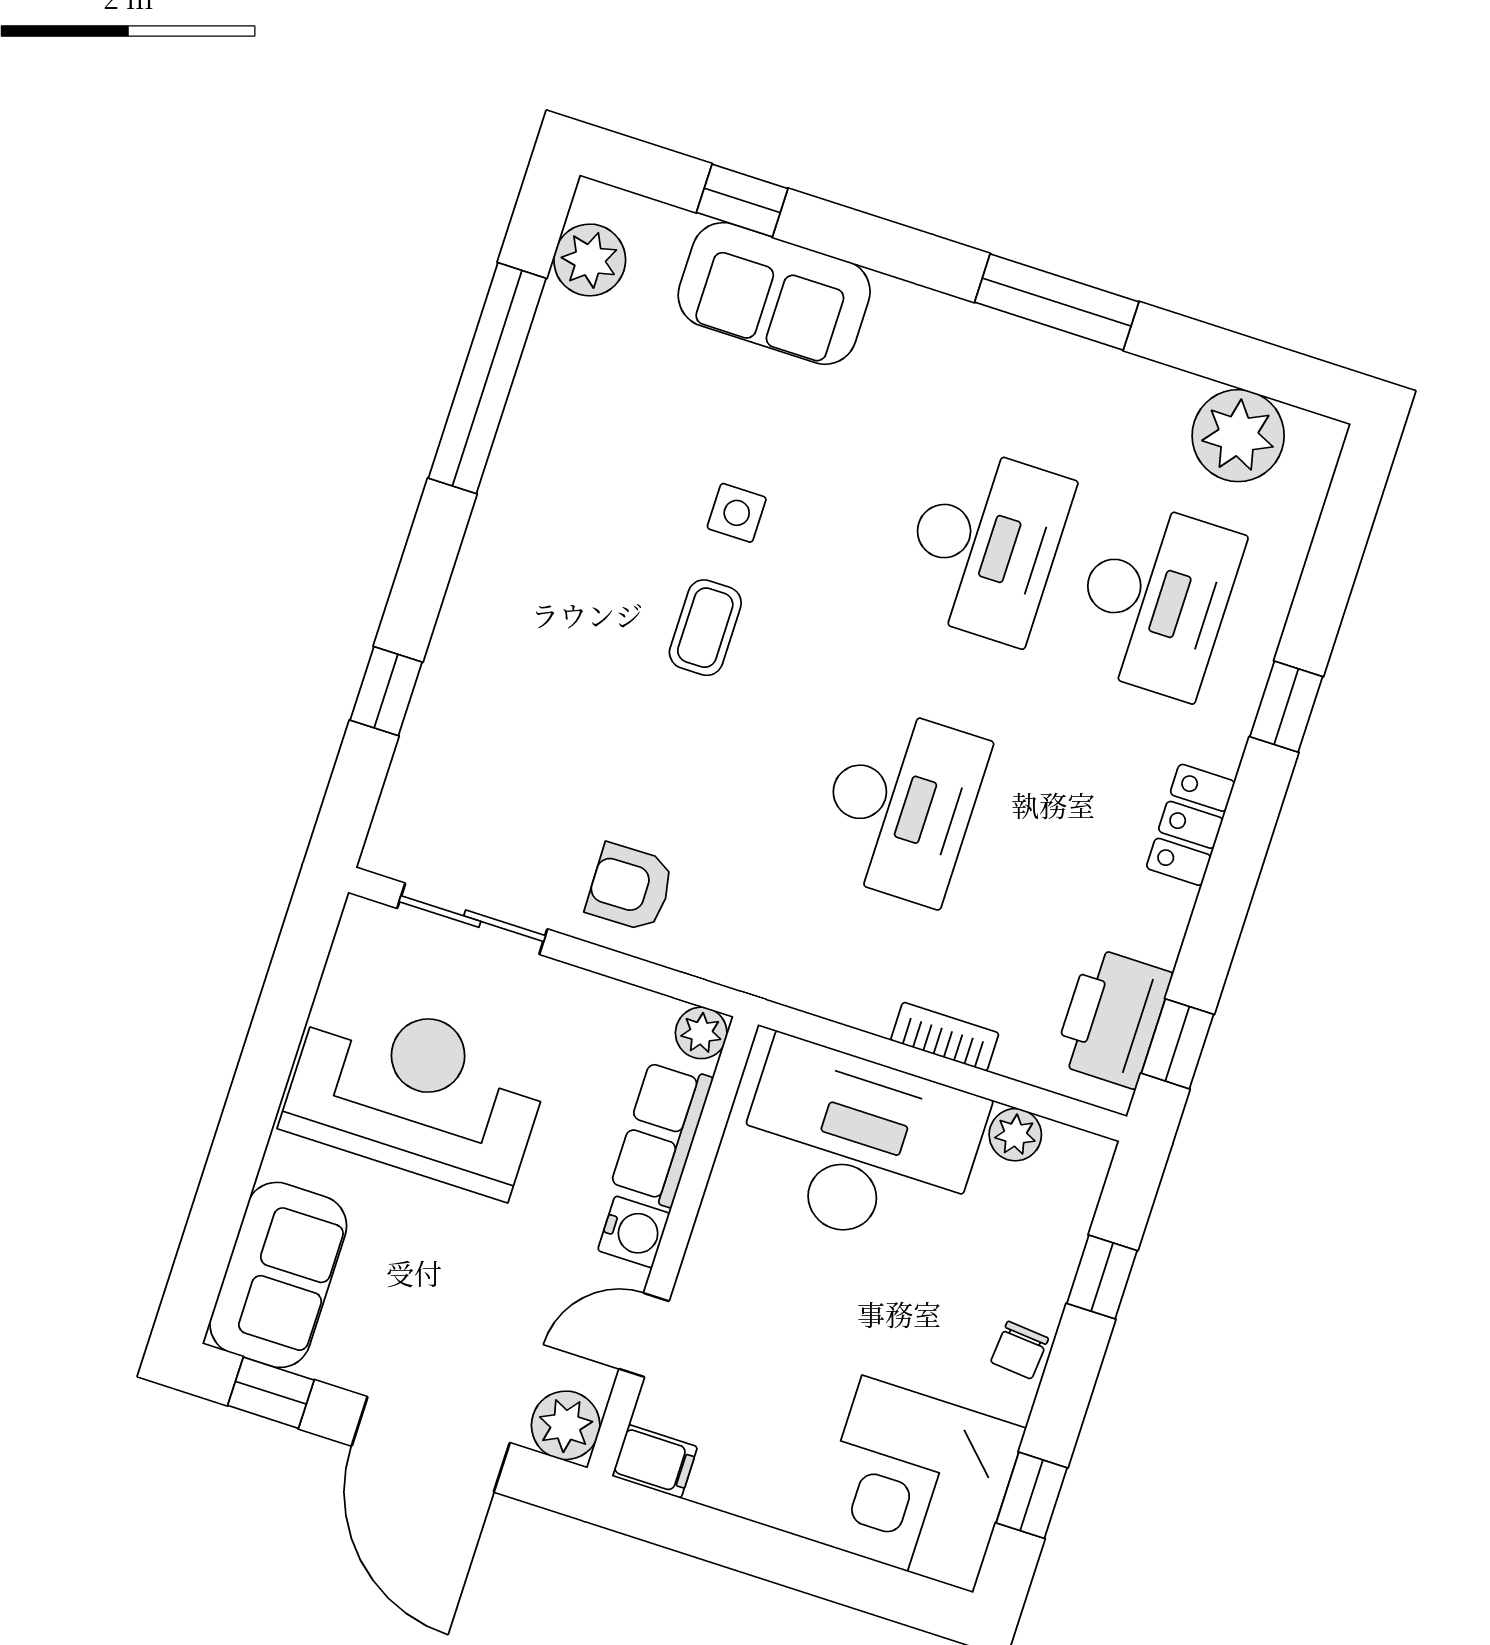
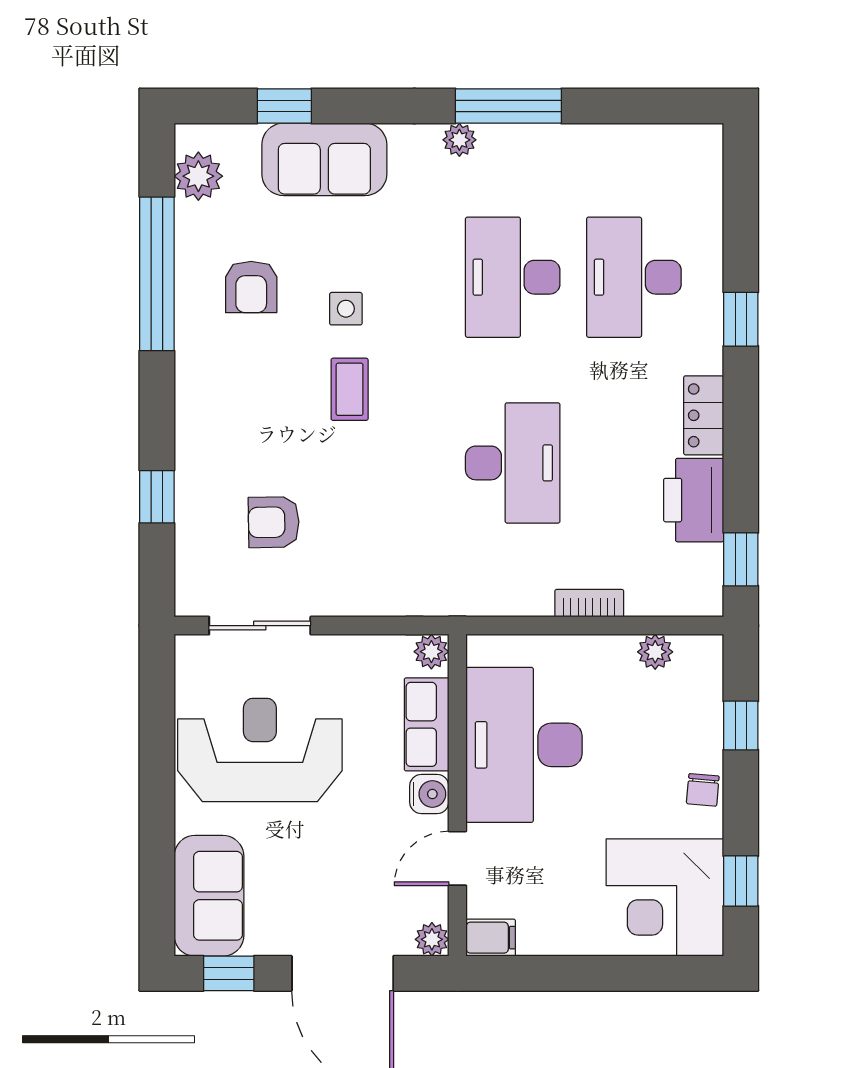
plant: (1238, 436) -> (459, 140), moved, width x0.53, depth x0.53
armchair: (614, 440) -> (251, 287), added
desk: (985, 544) -> (513, 277), turned 180
desk: (1155, 599) -> (634, 277), turned 180
armchair: (630, 887) -> (274, 522), moved
printer: (1113, 1018) -> (694, 500), moved
desk: (859, 1147) -> (524, 745), moved, turned -90
plant: (566, 1425) -> (432, 939), width x0.73, depth x0.73

